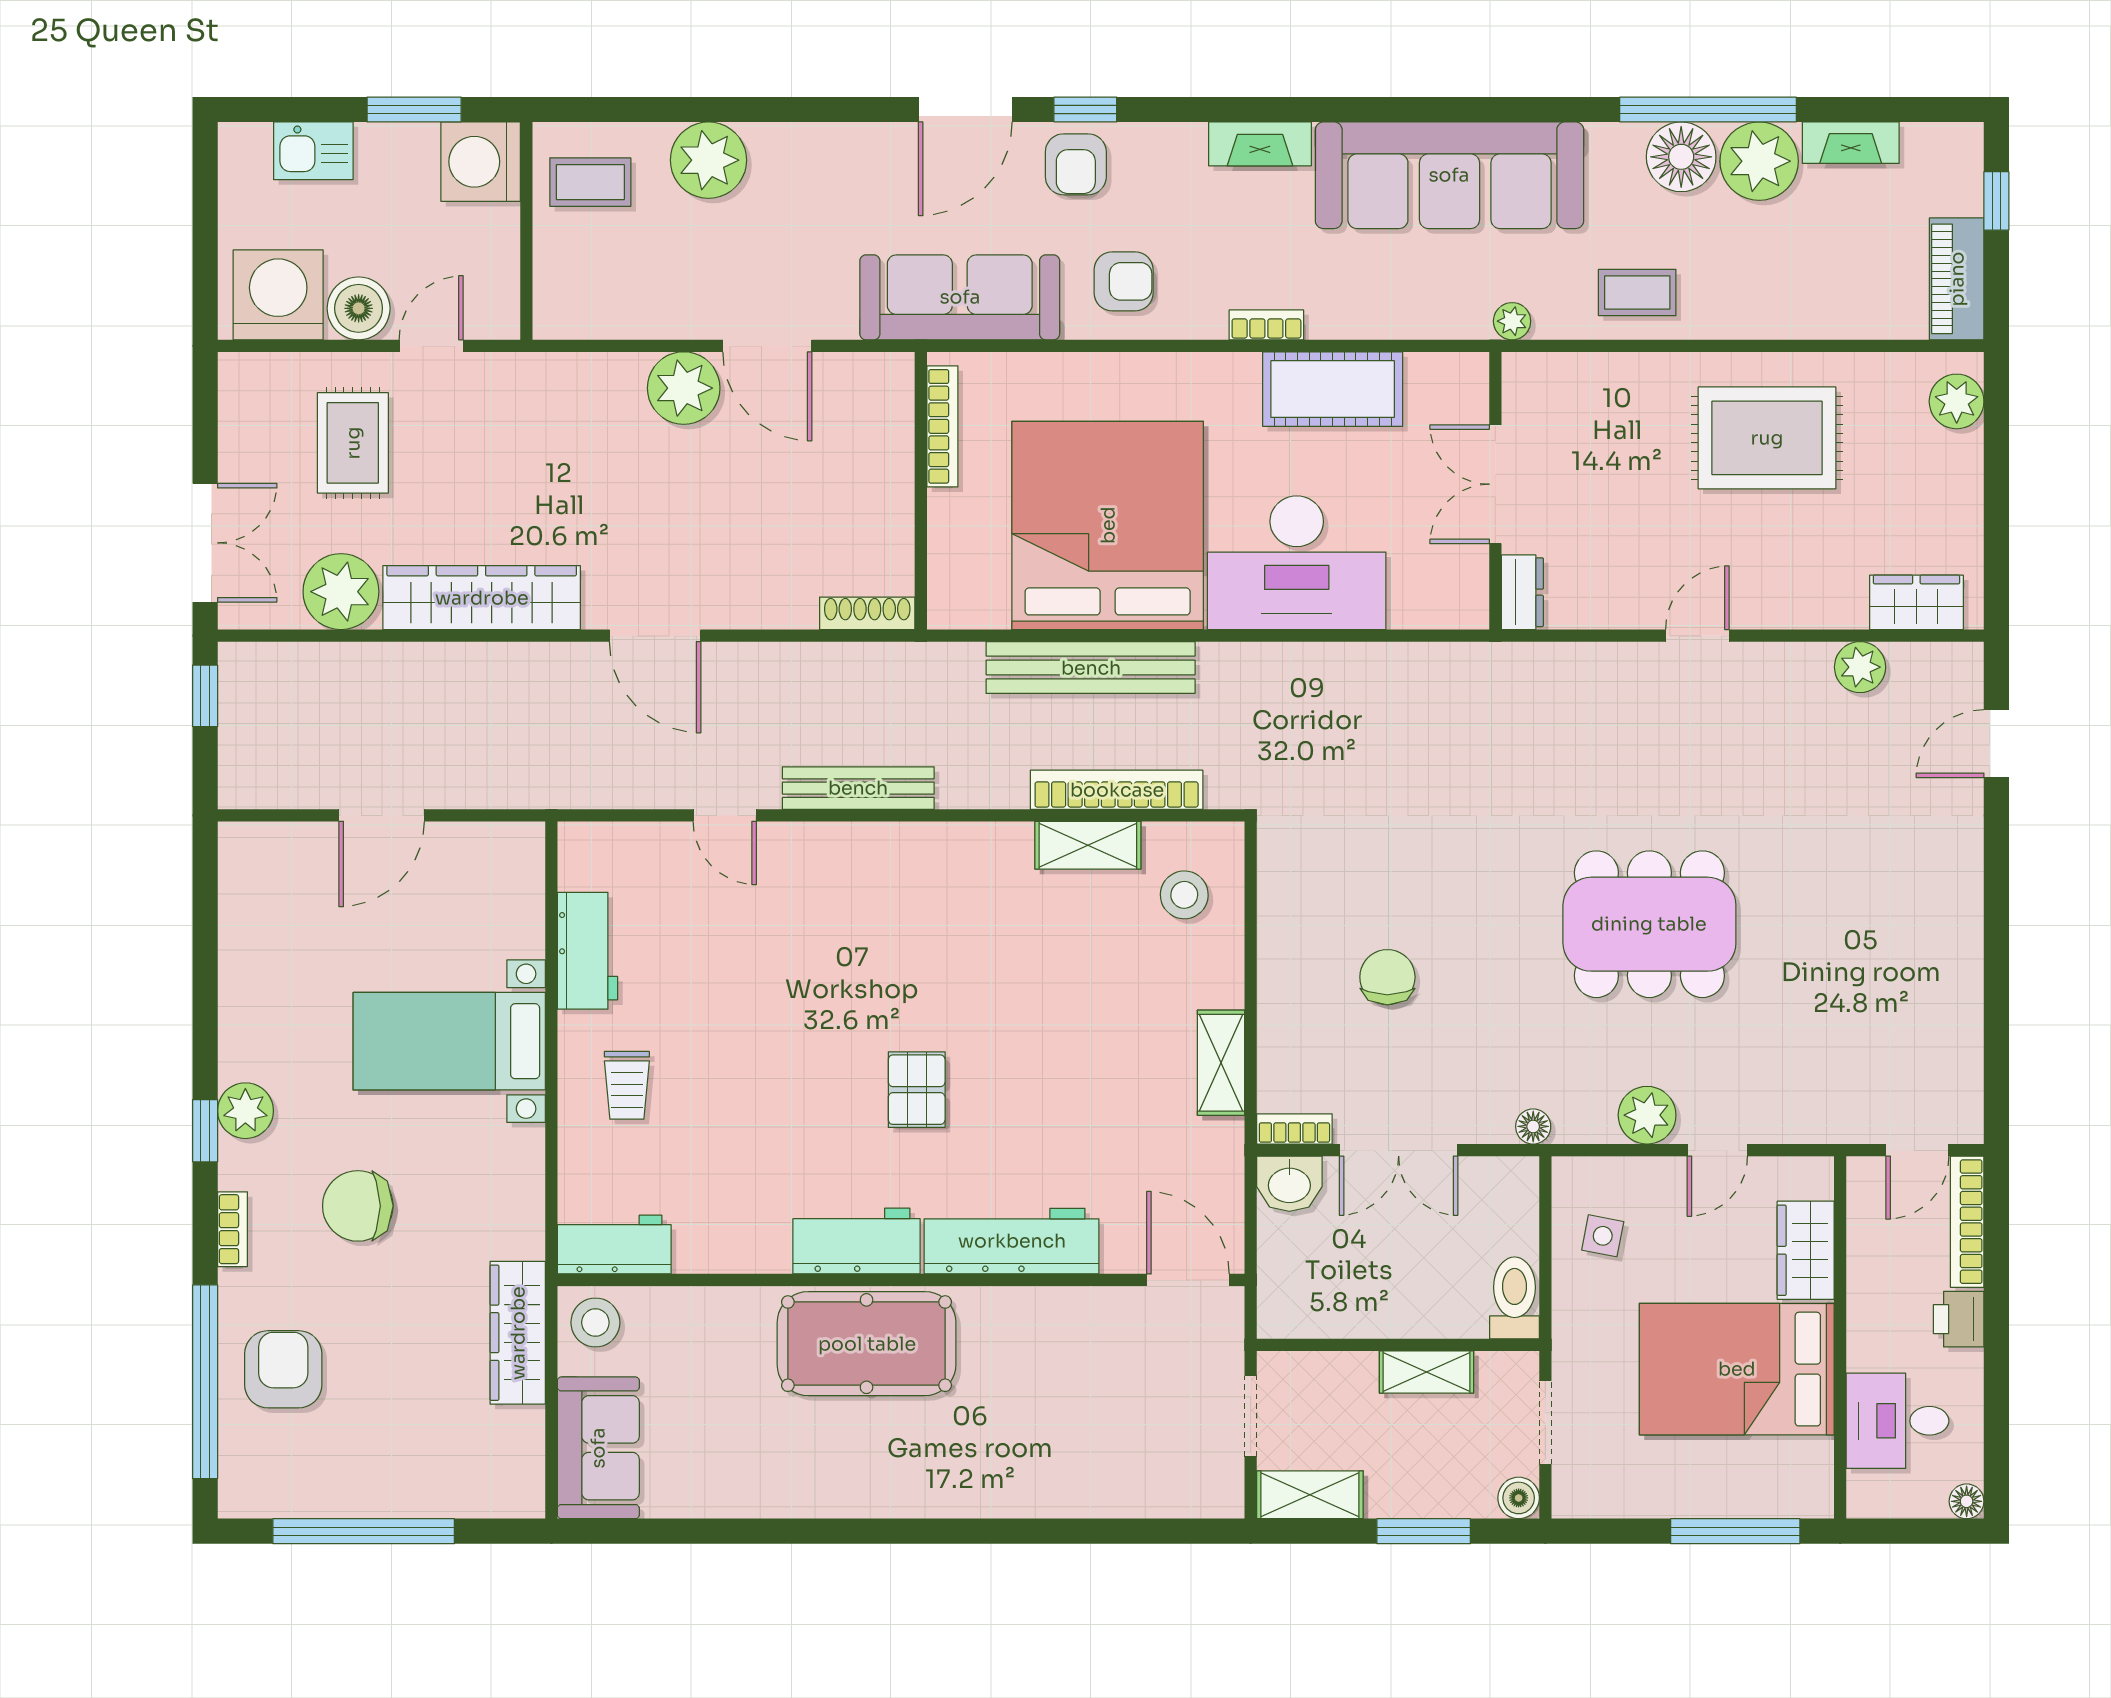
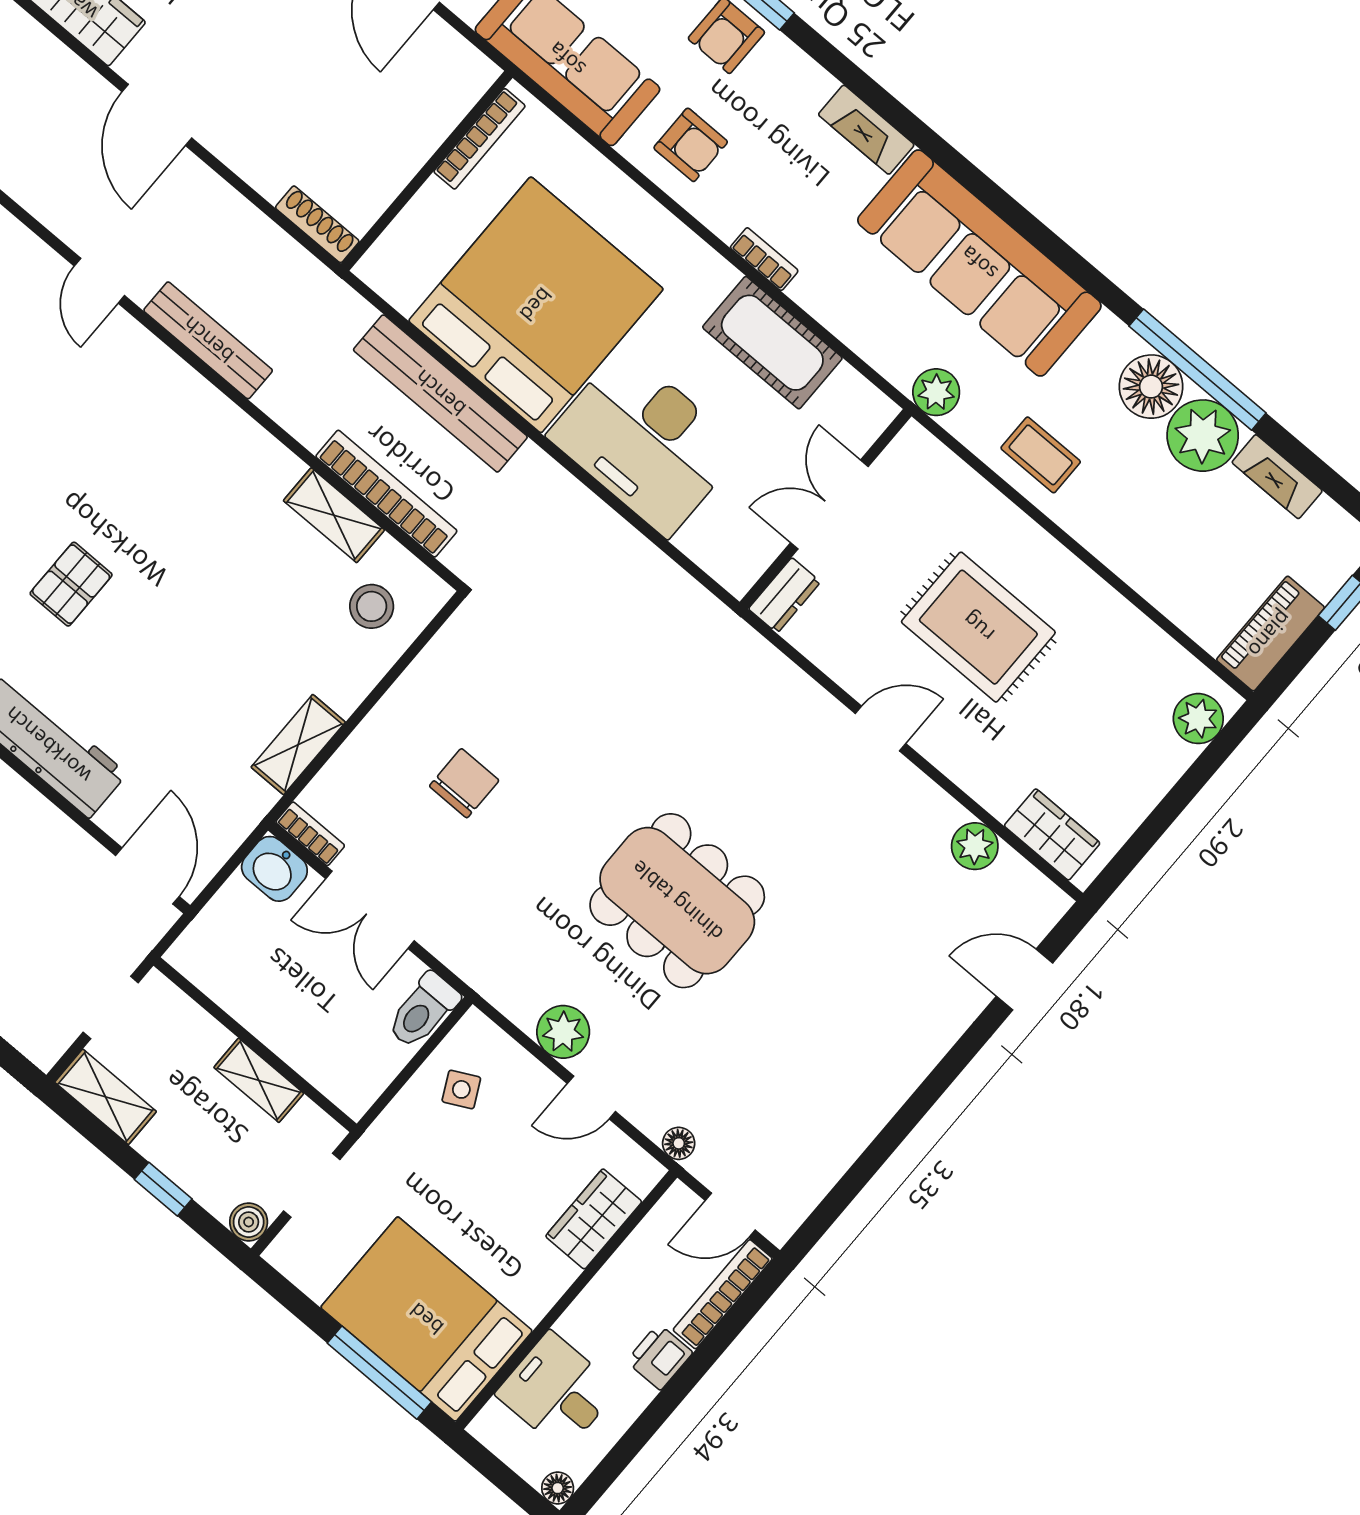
plant: (1512, 321) -> (936, 392), width x1.38, depth x1.38
rug: (1767, 438) -> (978, 627), moved
floor lamp: (1533, 1126) -> (679, 1143), moved
side table: (1603, 1236) -> (461, 1089), turned -38
toilet: (1514, 1298) -> (423, 1011), moved, turned 180
bed: (1737, 1369) -> (426, 1319), moved
window: (1424, 1531) -> (163, 1189), width x0.67

